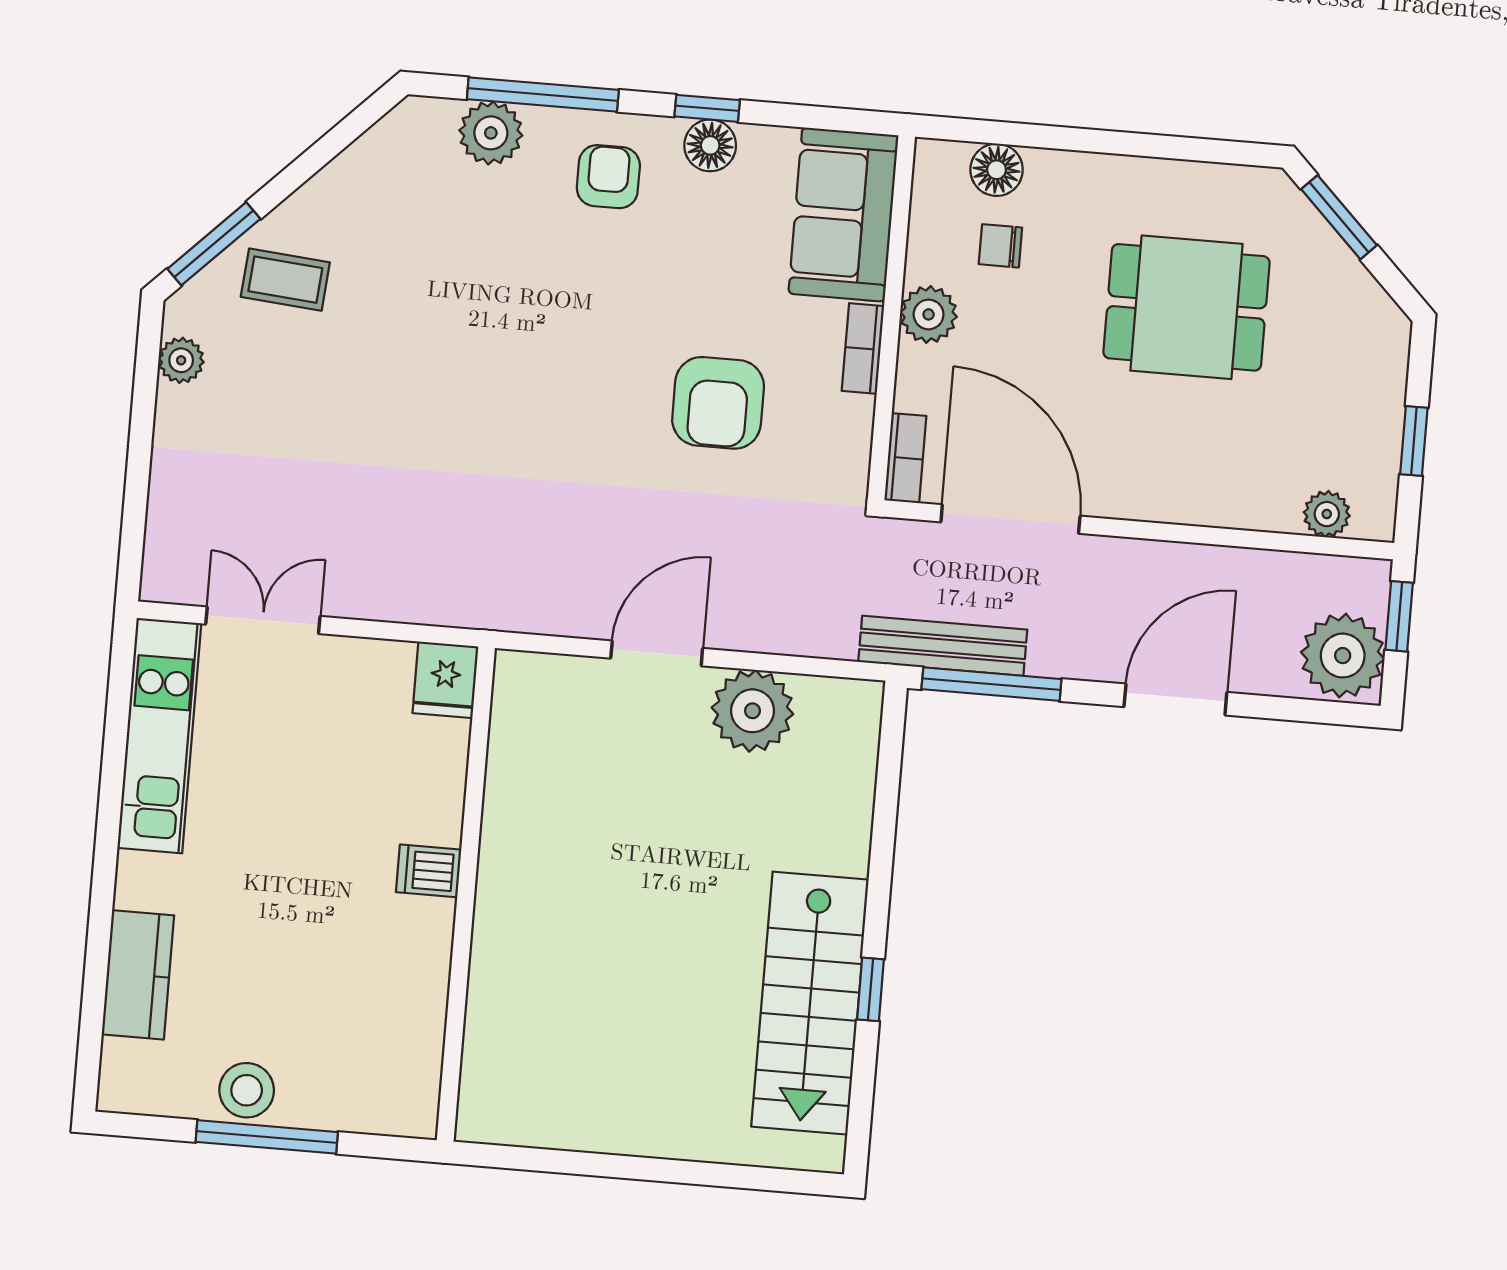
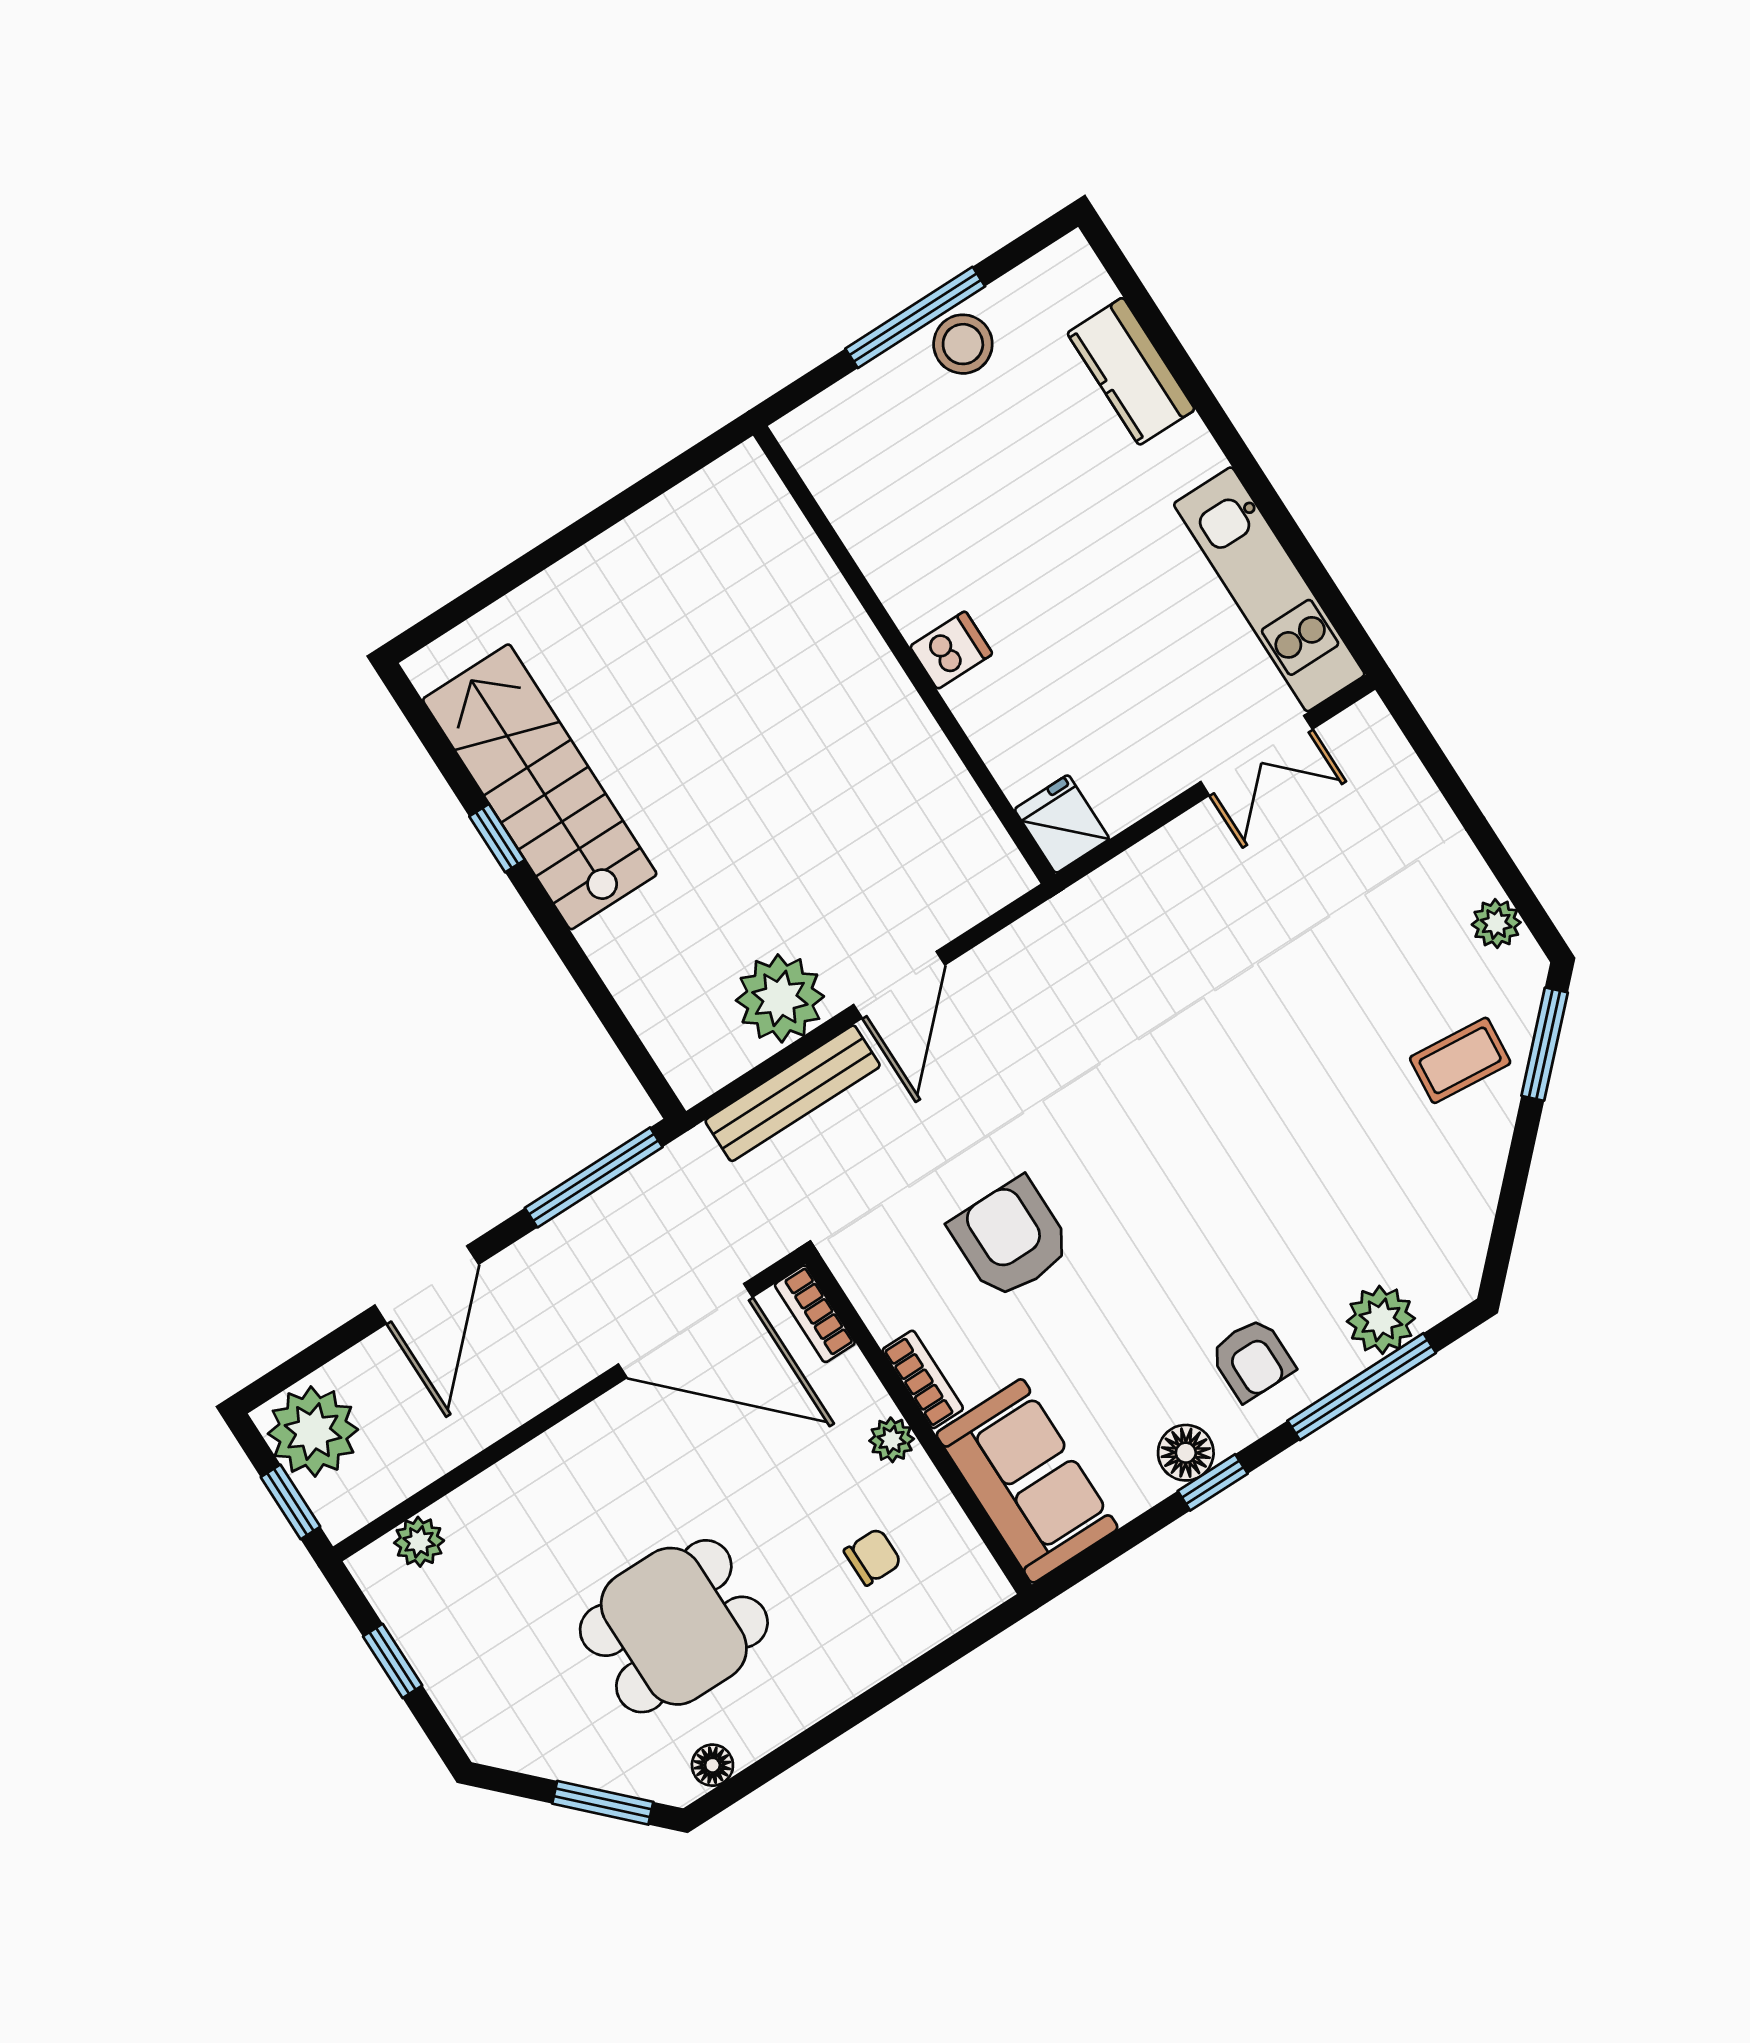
floor lamp: (997, 170) -> (712, 1765), moved, width x0.73, depth x0.73
plant: (929, 314) -> (892, 1440), width x0.73, depth x0.73
bench: (943, 646) -> (793, 1093), moved

